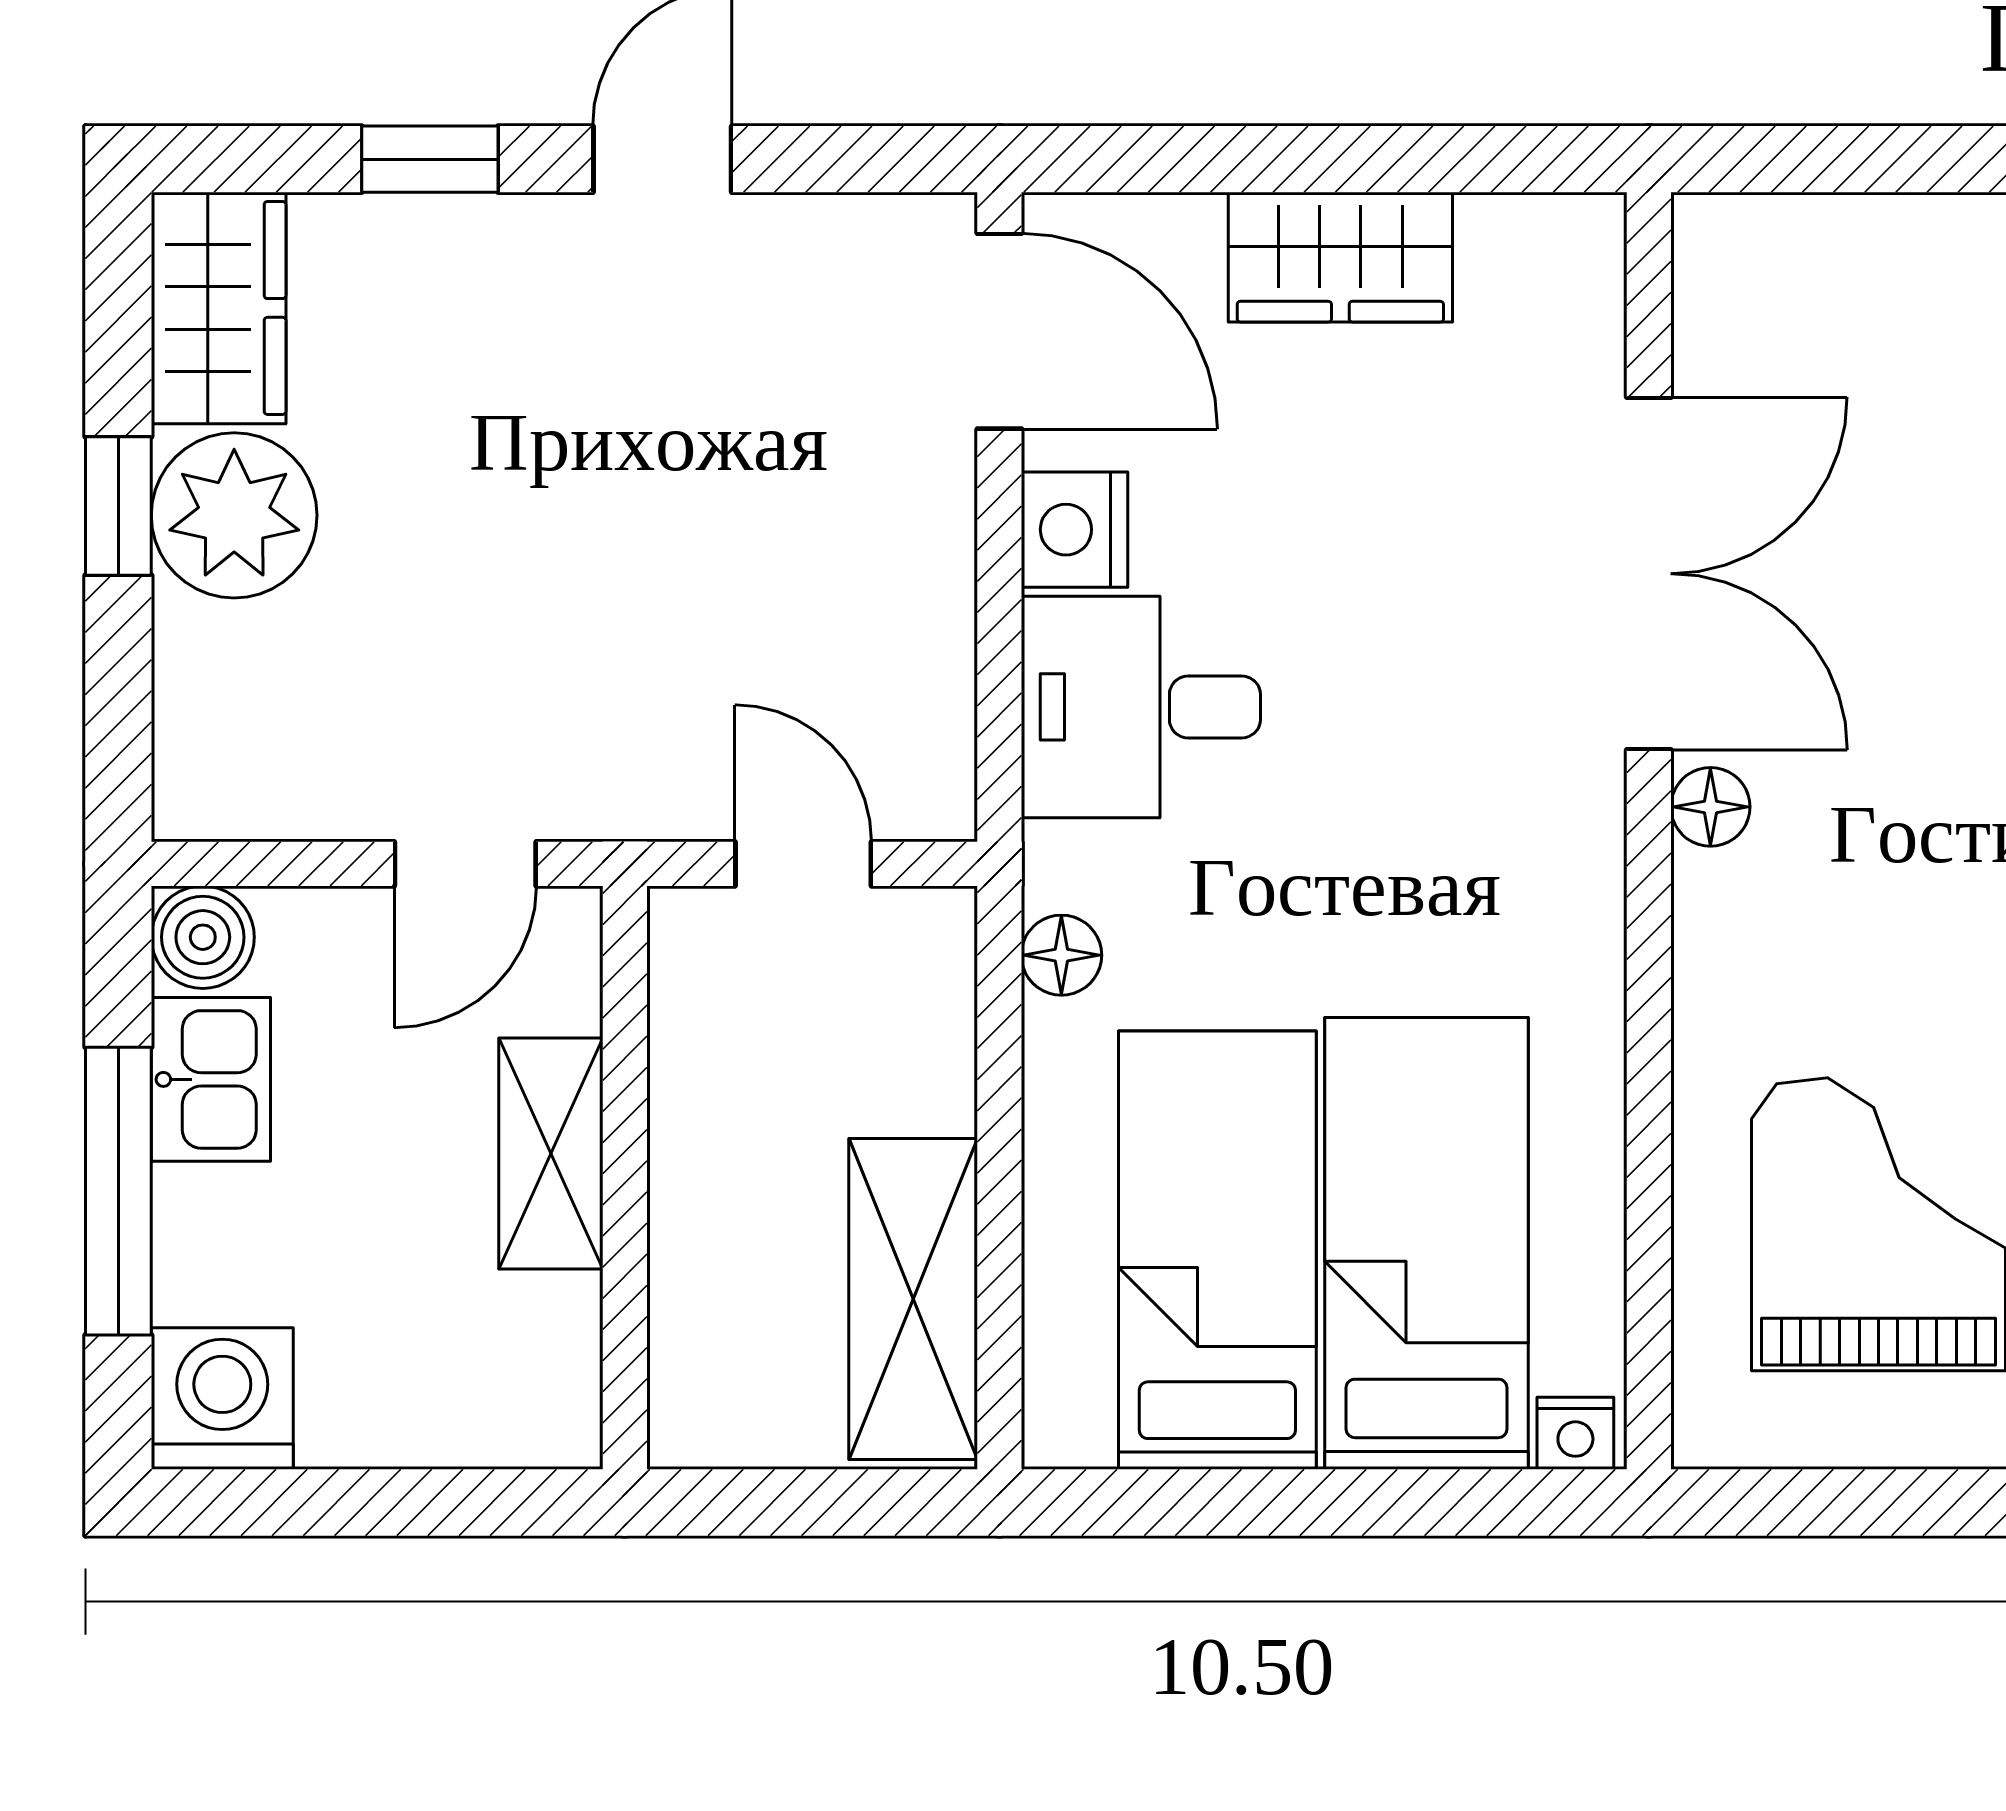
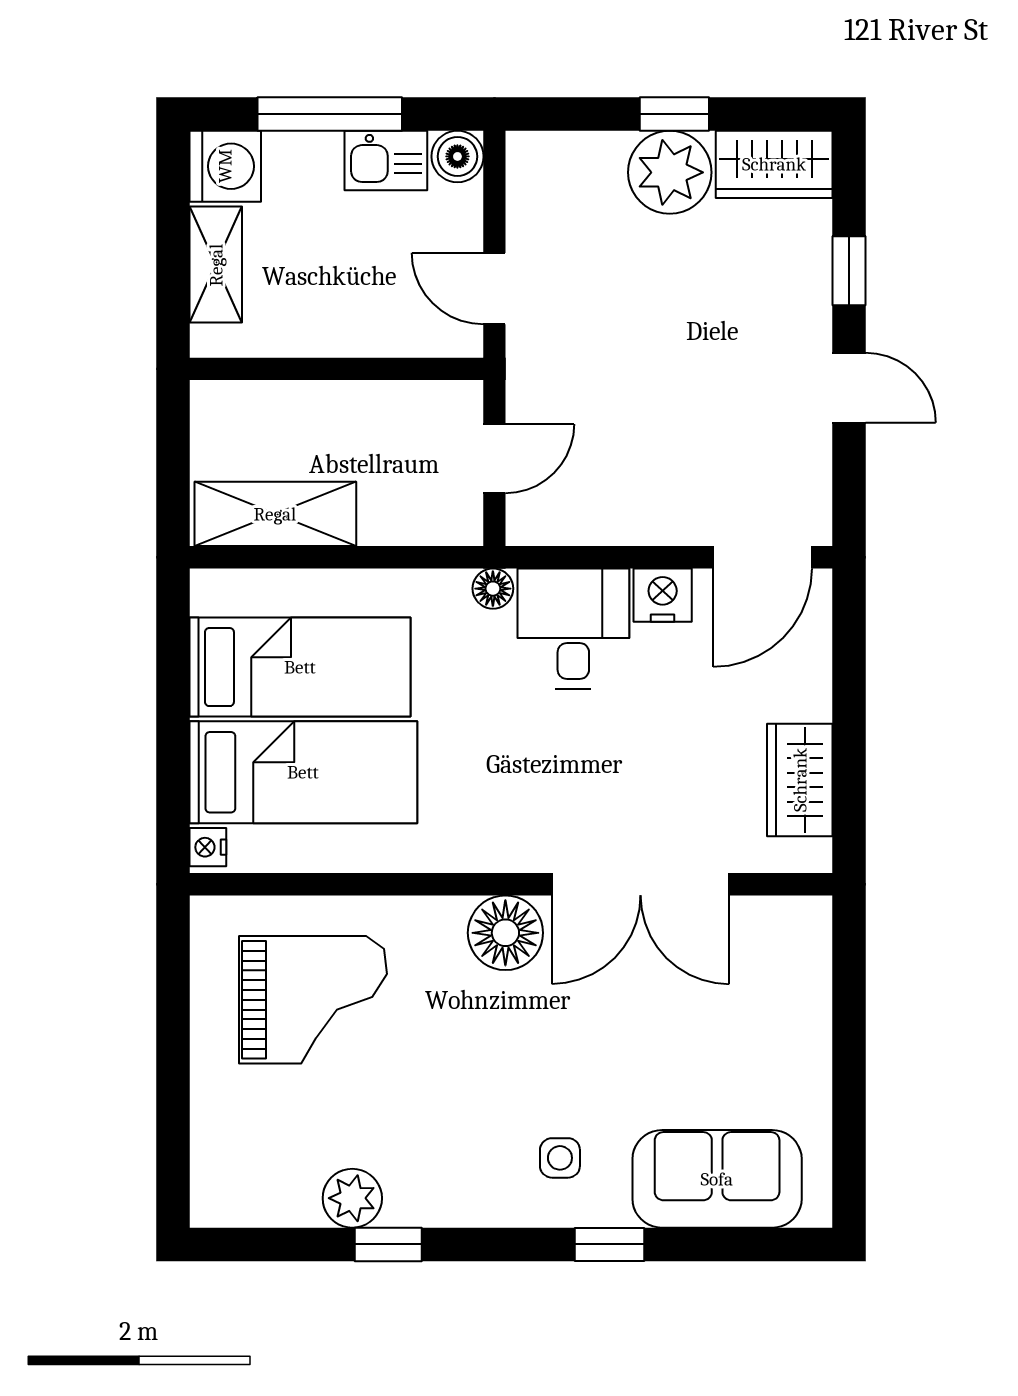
wardrobe: (1340, 257) -> (800, 780), moved
floor lamp: (1710, 807) -> (505, 933), width x1.89, depth x1.89
floor lamp: (1061, 955) -> (493, 589), moved
shelving: (551, 1153) -> (216, 265), moved, turned 90

